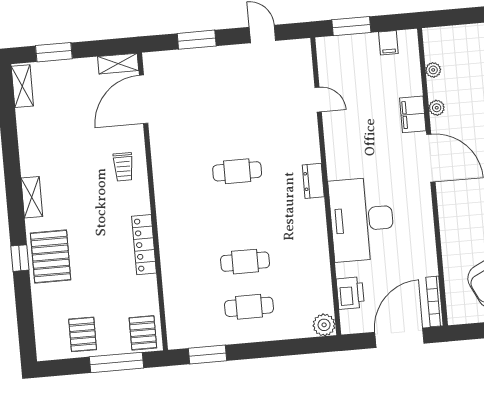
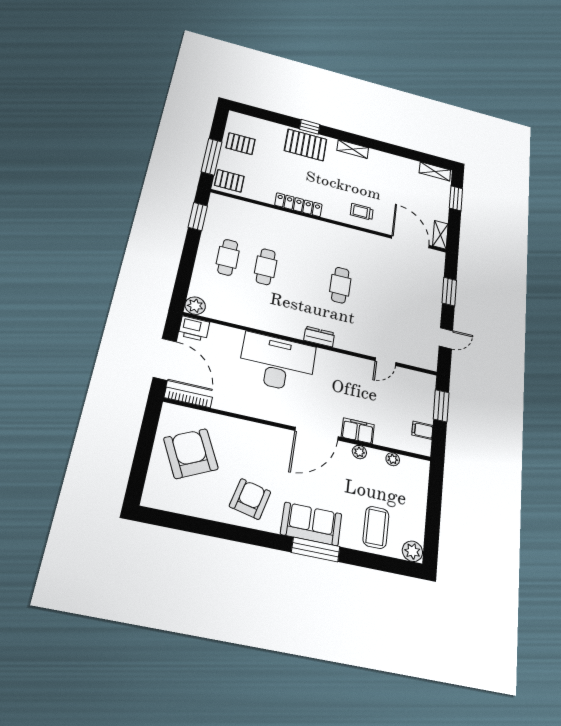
printer: (350, 293) -> (194, 329), moved

